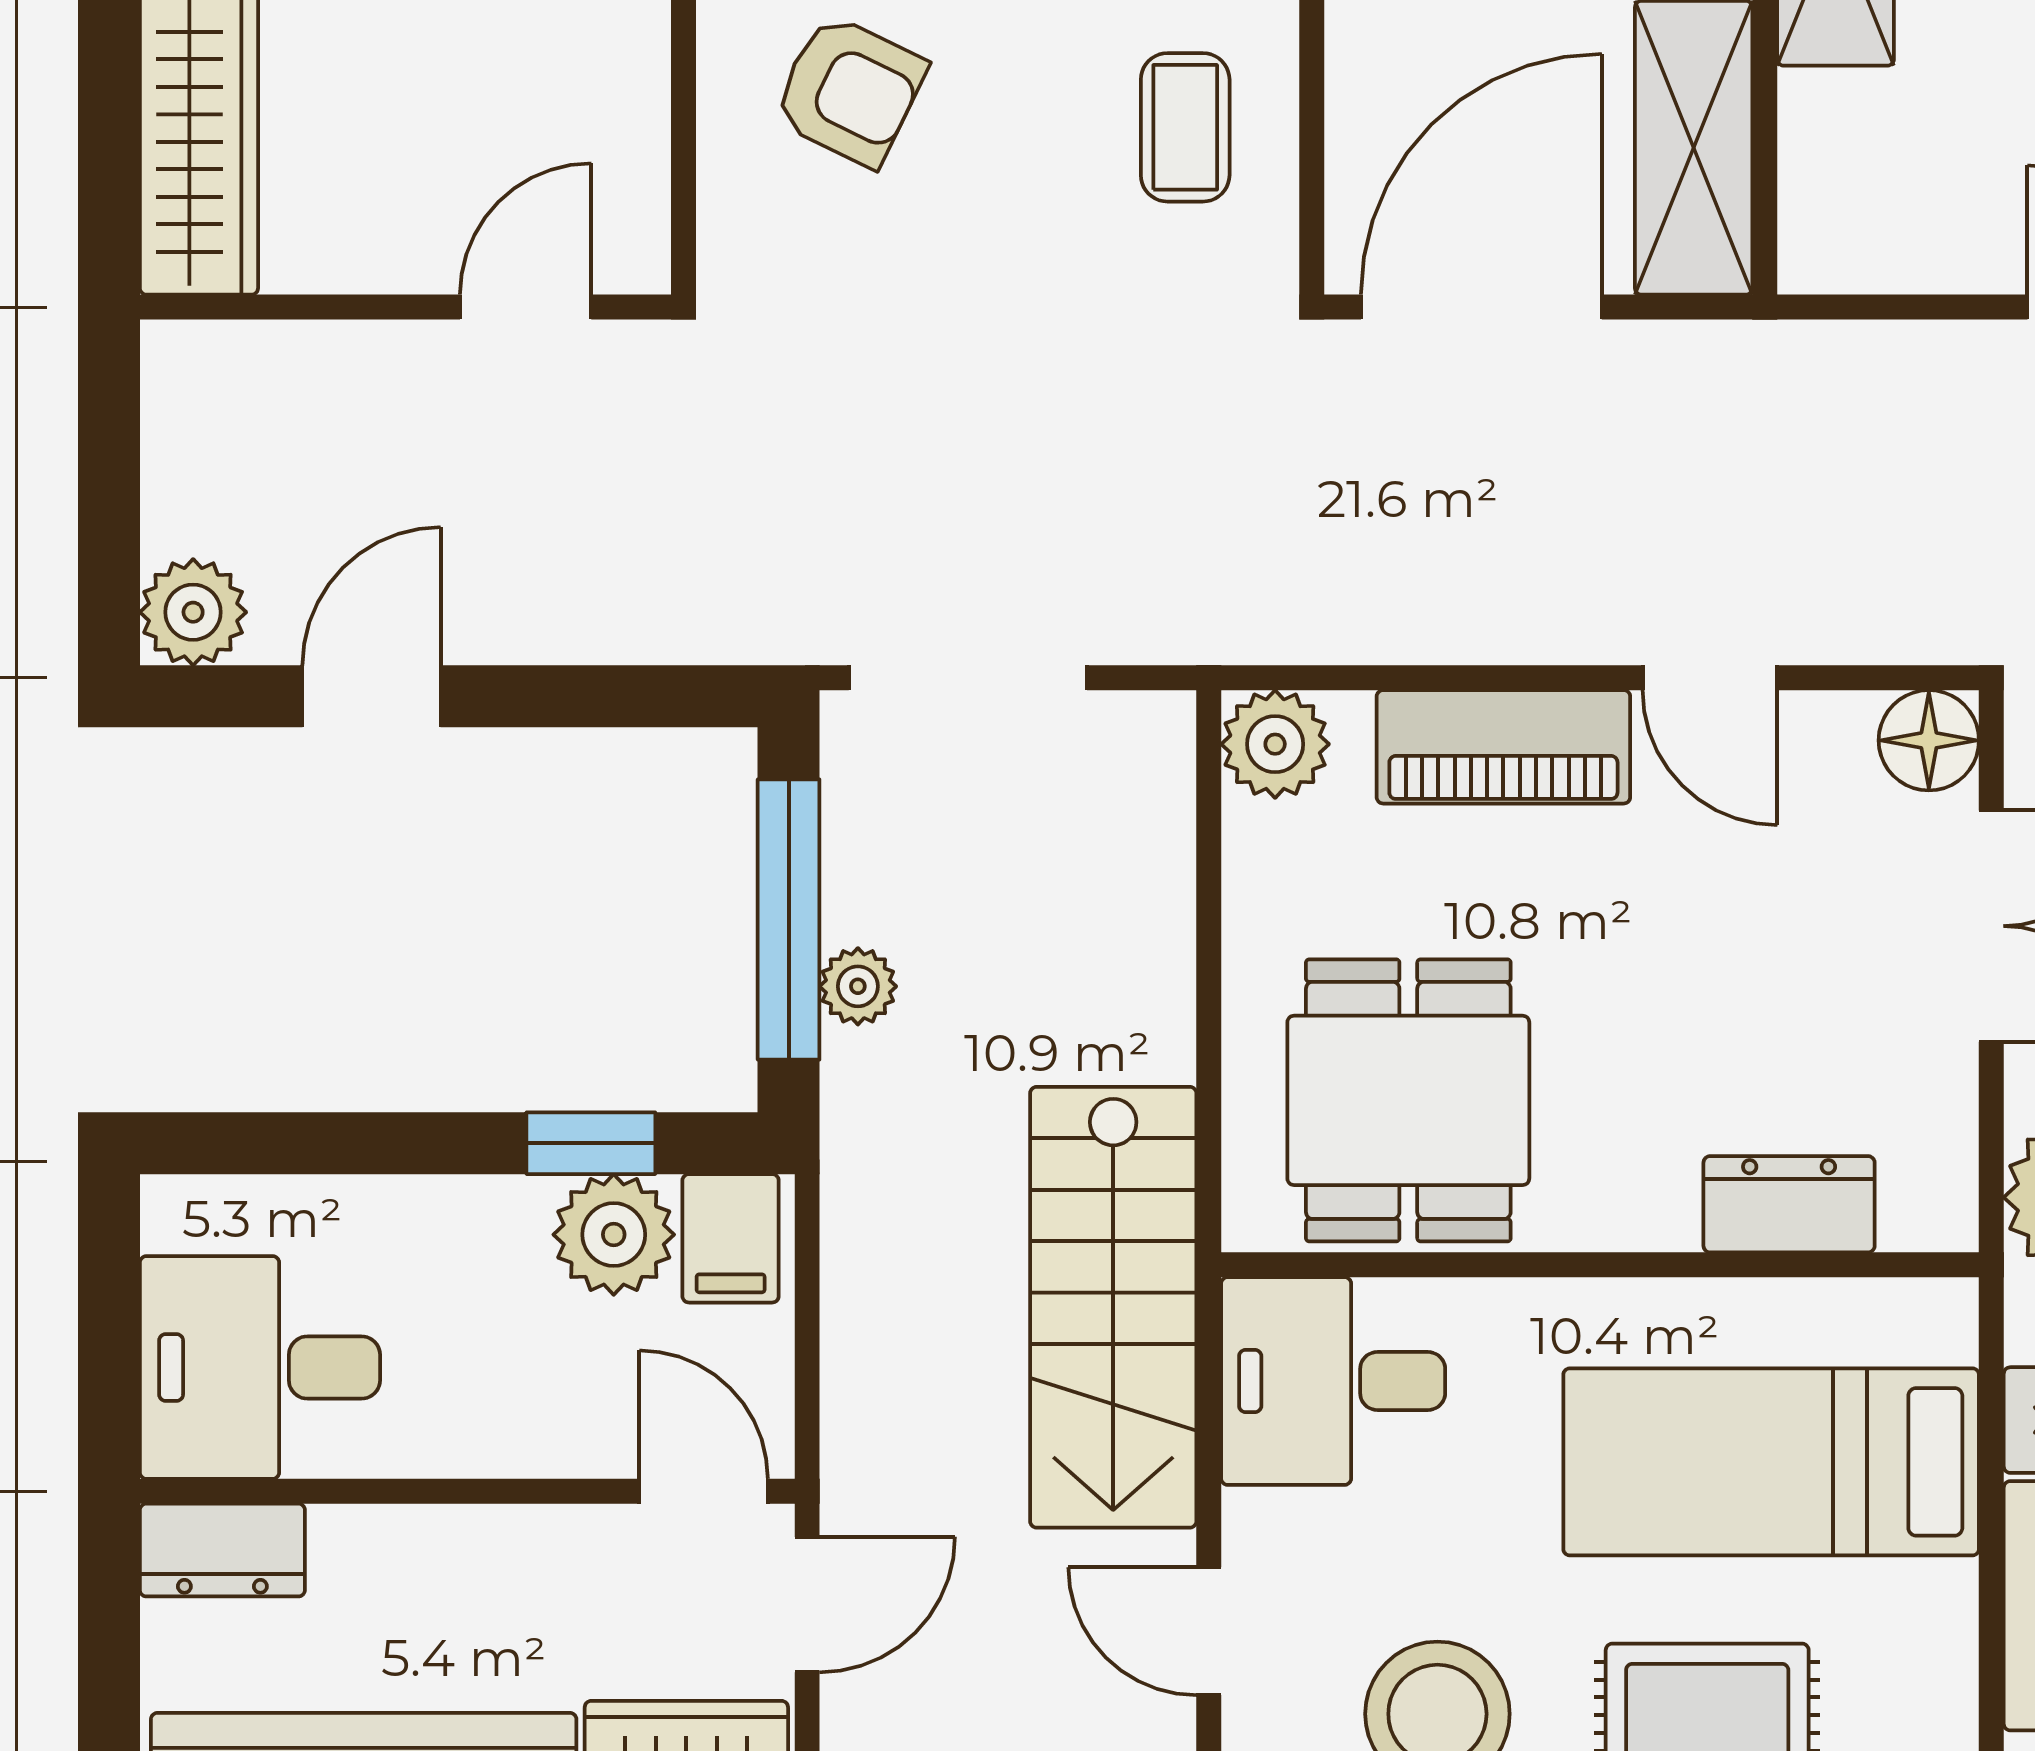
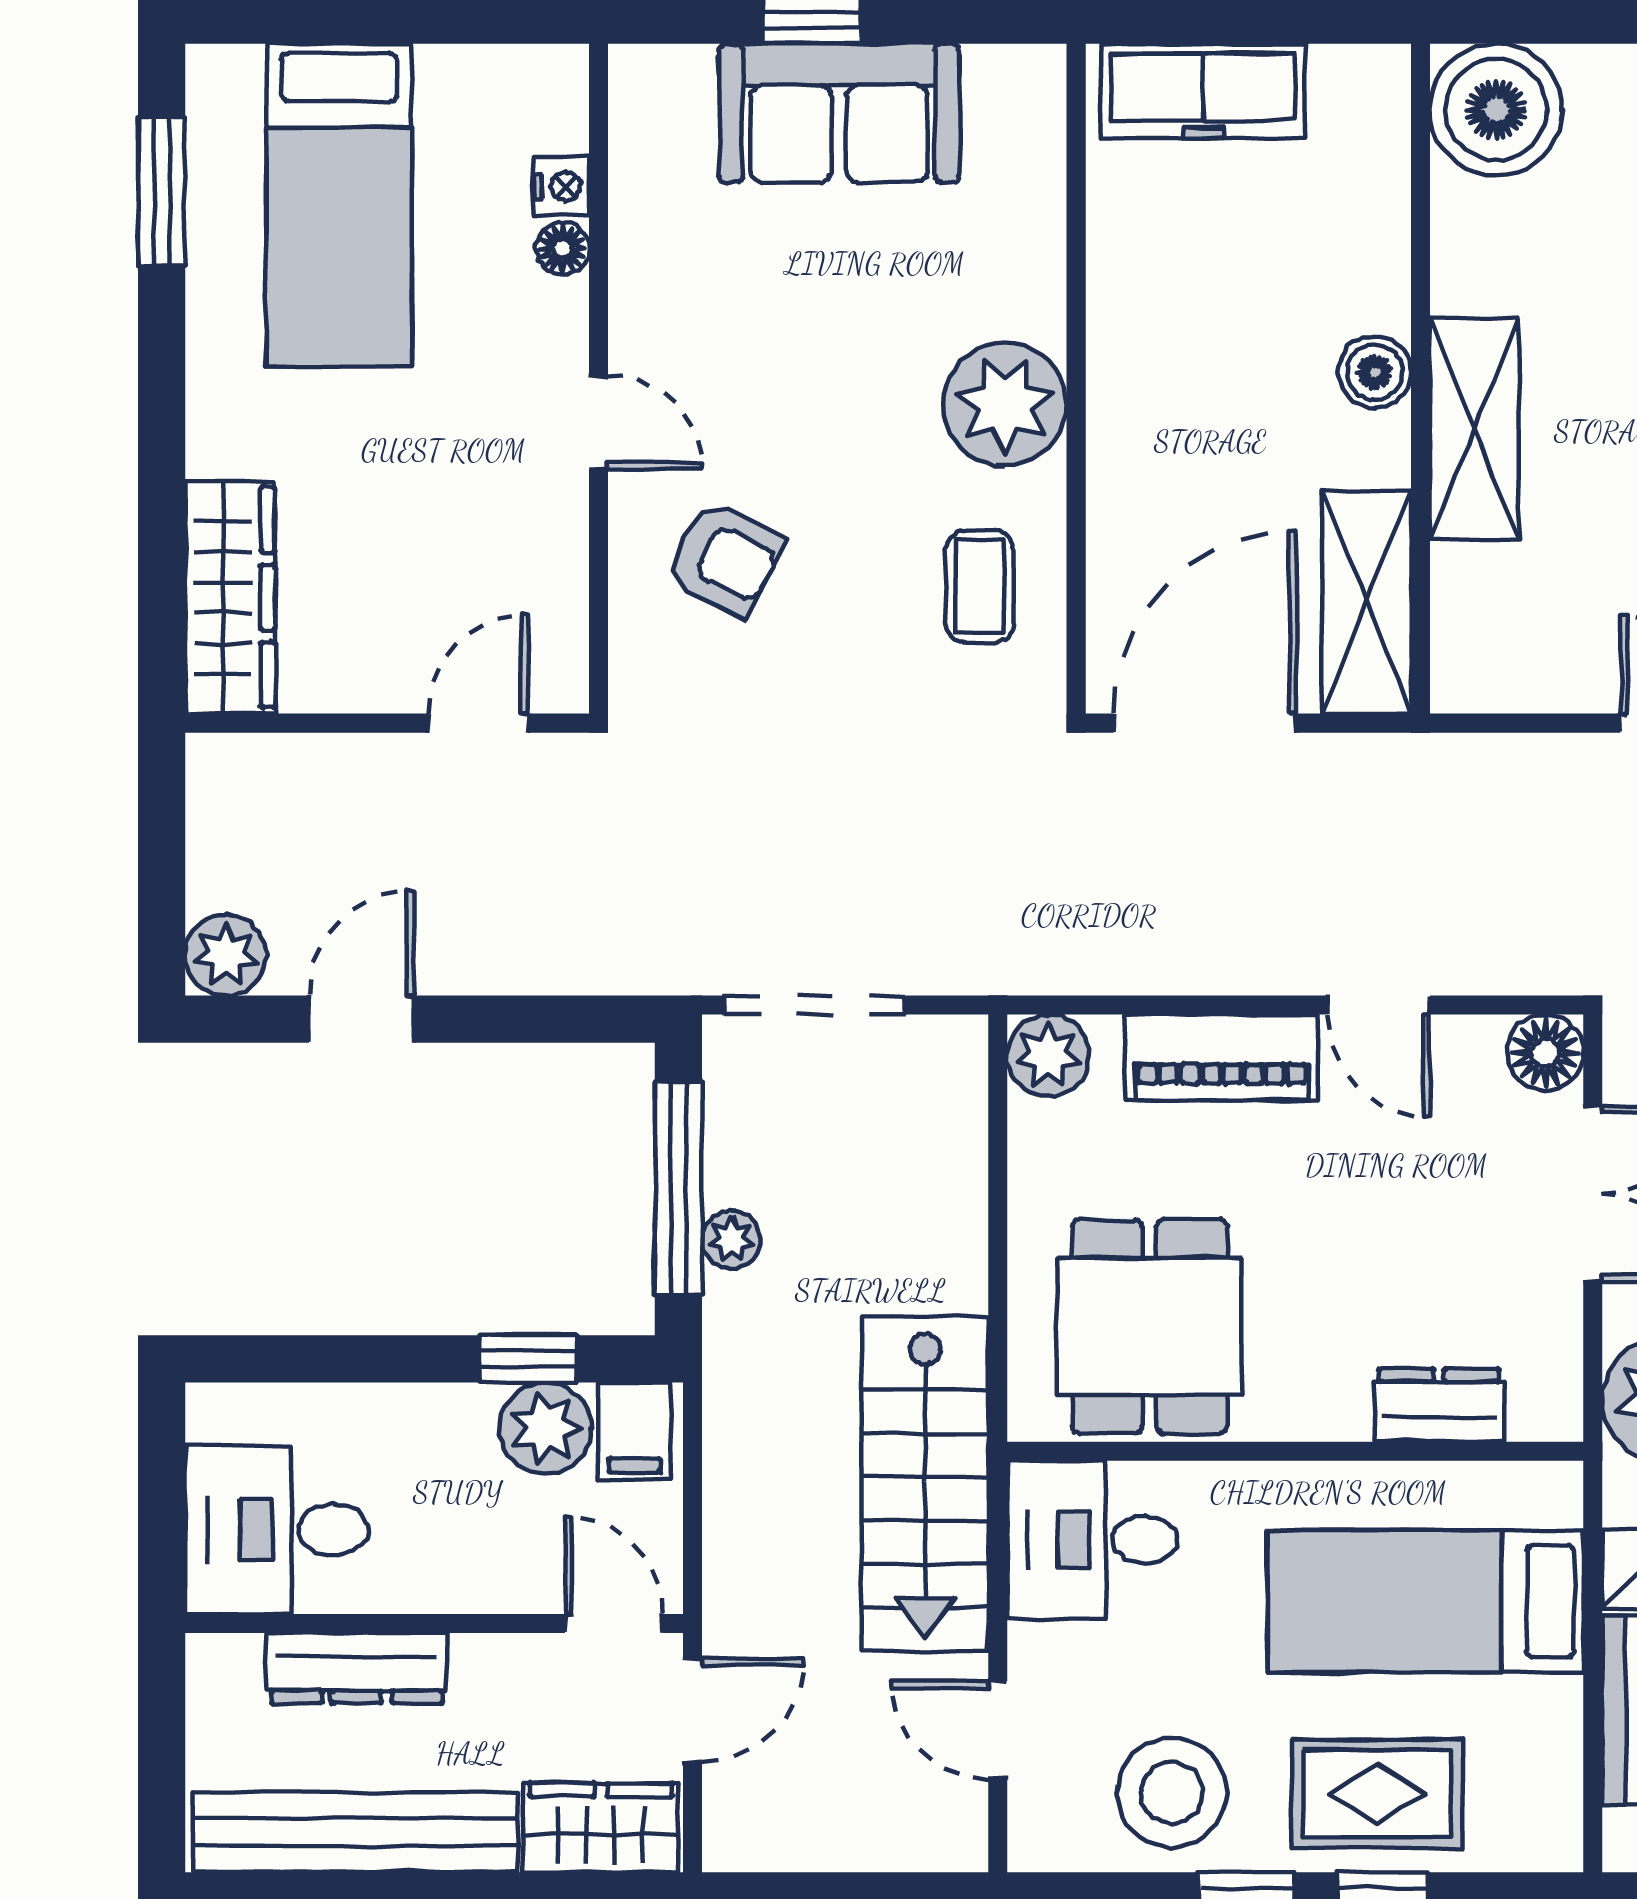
dresser: (222, 1550) -> (357, 1668), moved, width x1.44

